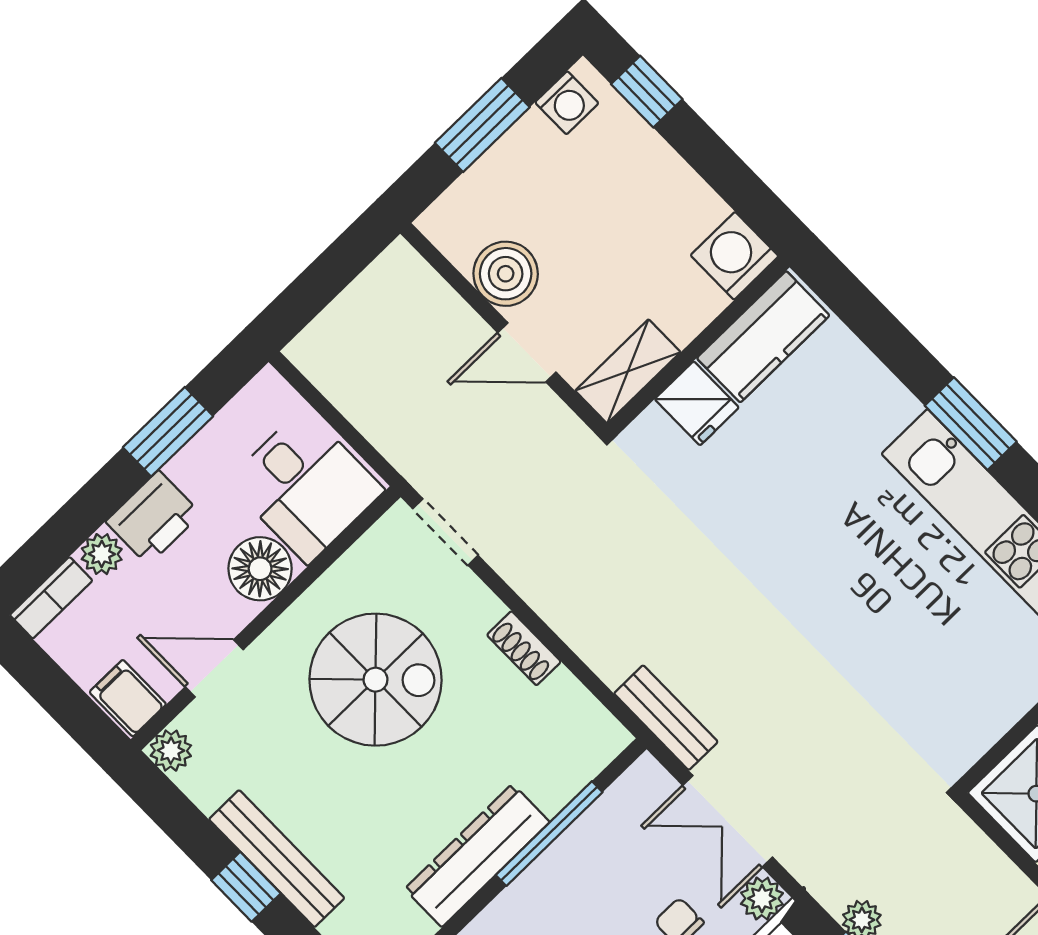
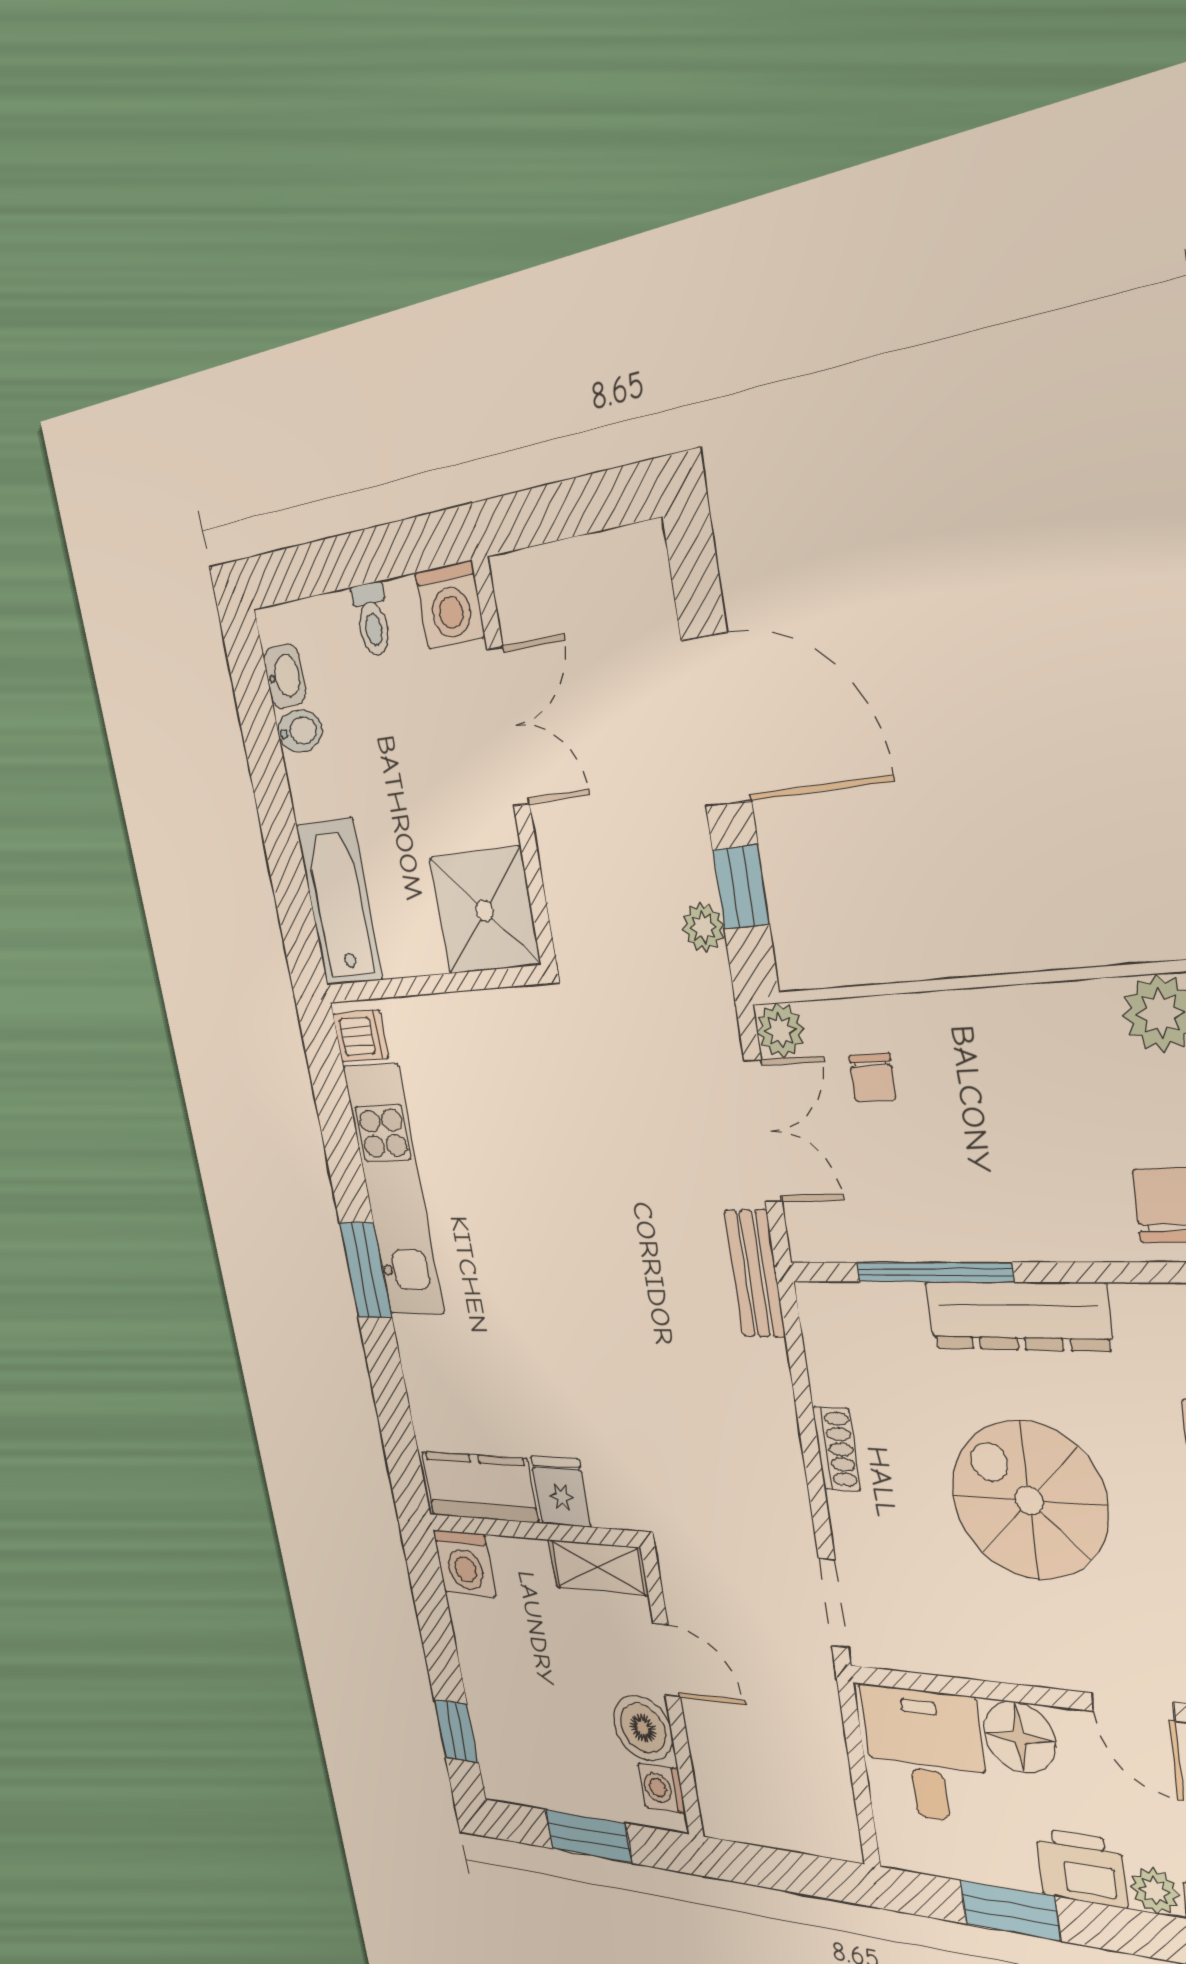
washing machine: (567, 103) -> (662, 1788), moved, turned -90
spiral stairs: (375, 680) -> (1029, 1500), moved

